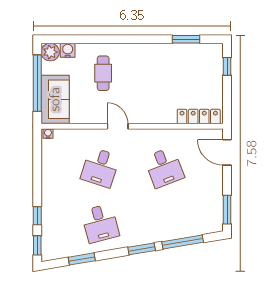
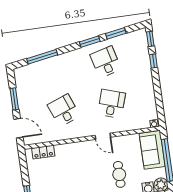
locker: (199, 117) -> (43, 152), width x0.66
window: (227, 210) -> (14, 99), moved
window: (142, 249) -> (90, 42), moved

